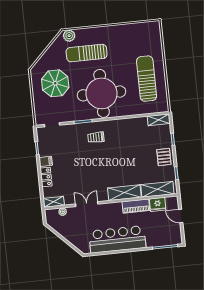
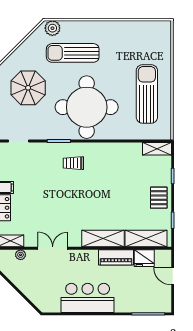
bar counter: (117, 239) -> (88, 298), width x0.73

